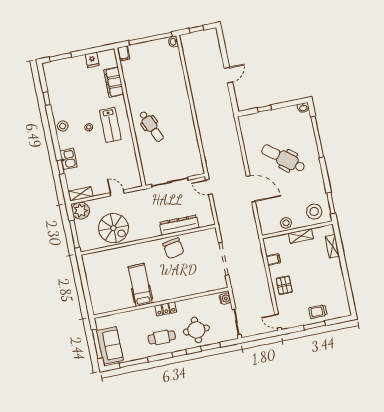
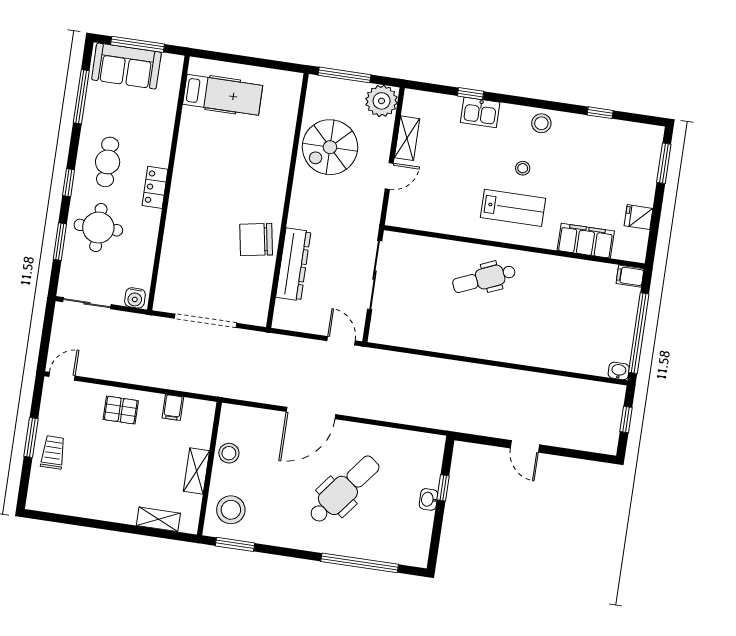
washbasin: (303, 108) -> (428, 499), moved
lab bench: (110, 125) -> (513, 208), turned 180
door: (209, 187) -> (341, 341), hinge flipped
shelving: (81, 194) -> (407, 138), moved
hospital bed: (140, 285) -> (223, 95), moved

